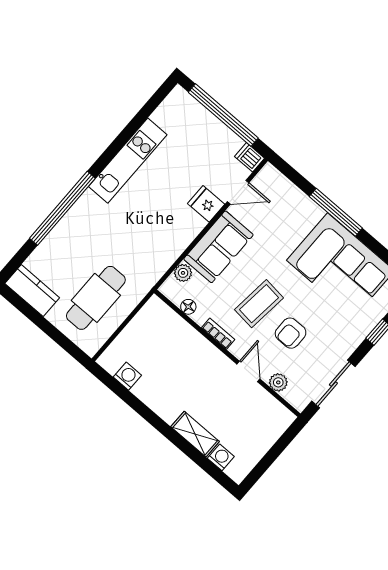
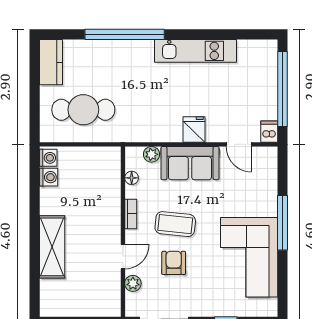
fridge: (206, 204) -> (194, 130), moved
armchair: (291, 333) -> (174, 263), turned 90
shelving: (195, 434) -> (52, 247), width x1.50, depth x1.33
washing machine: (221, 457) -> (48, 158), moved

